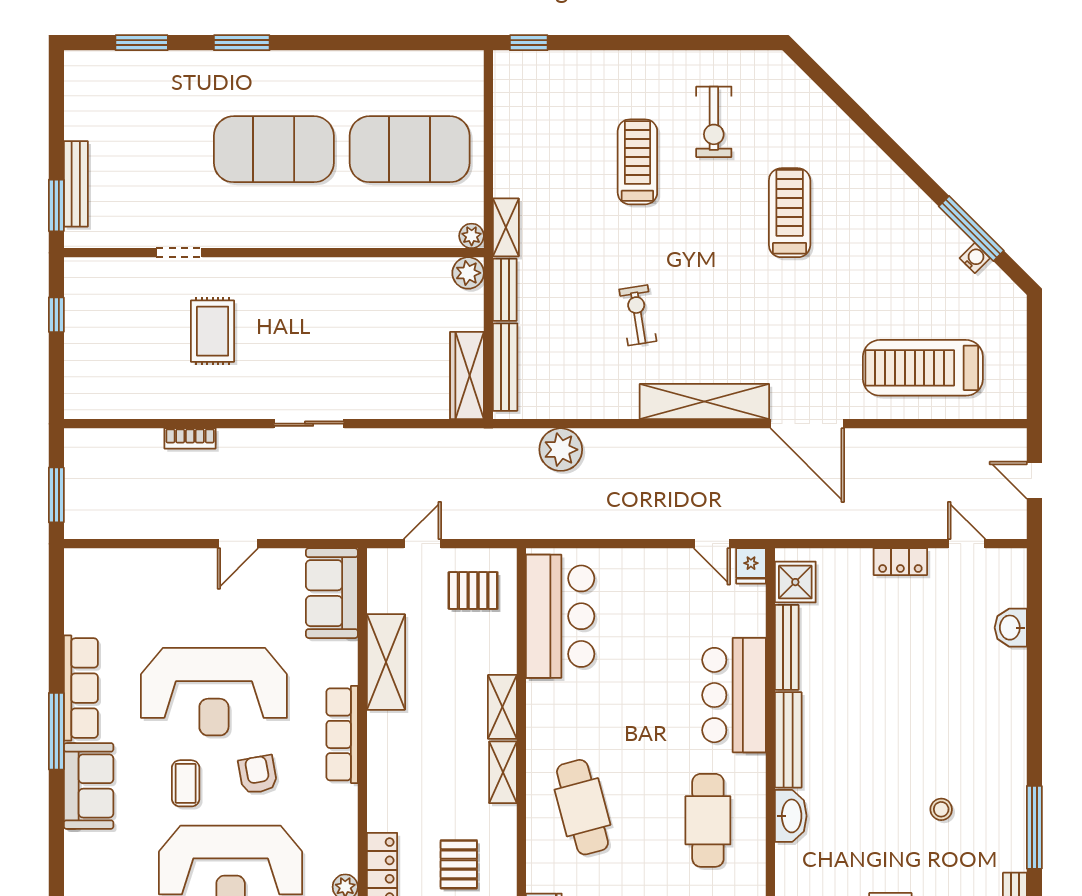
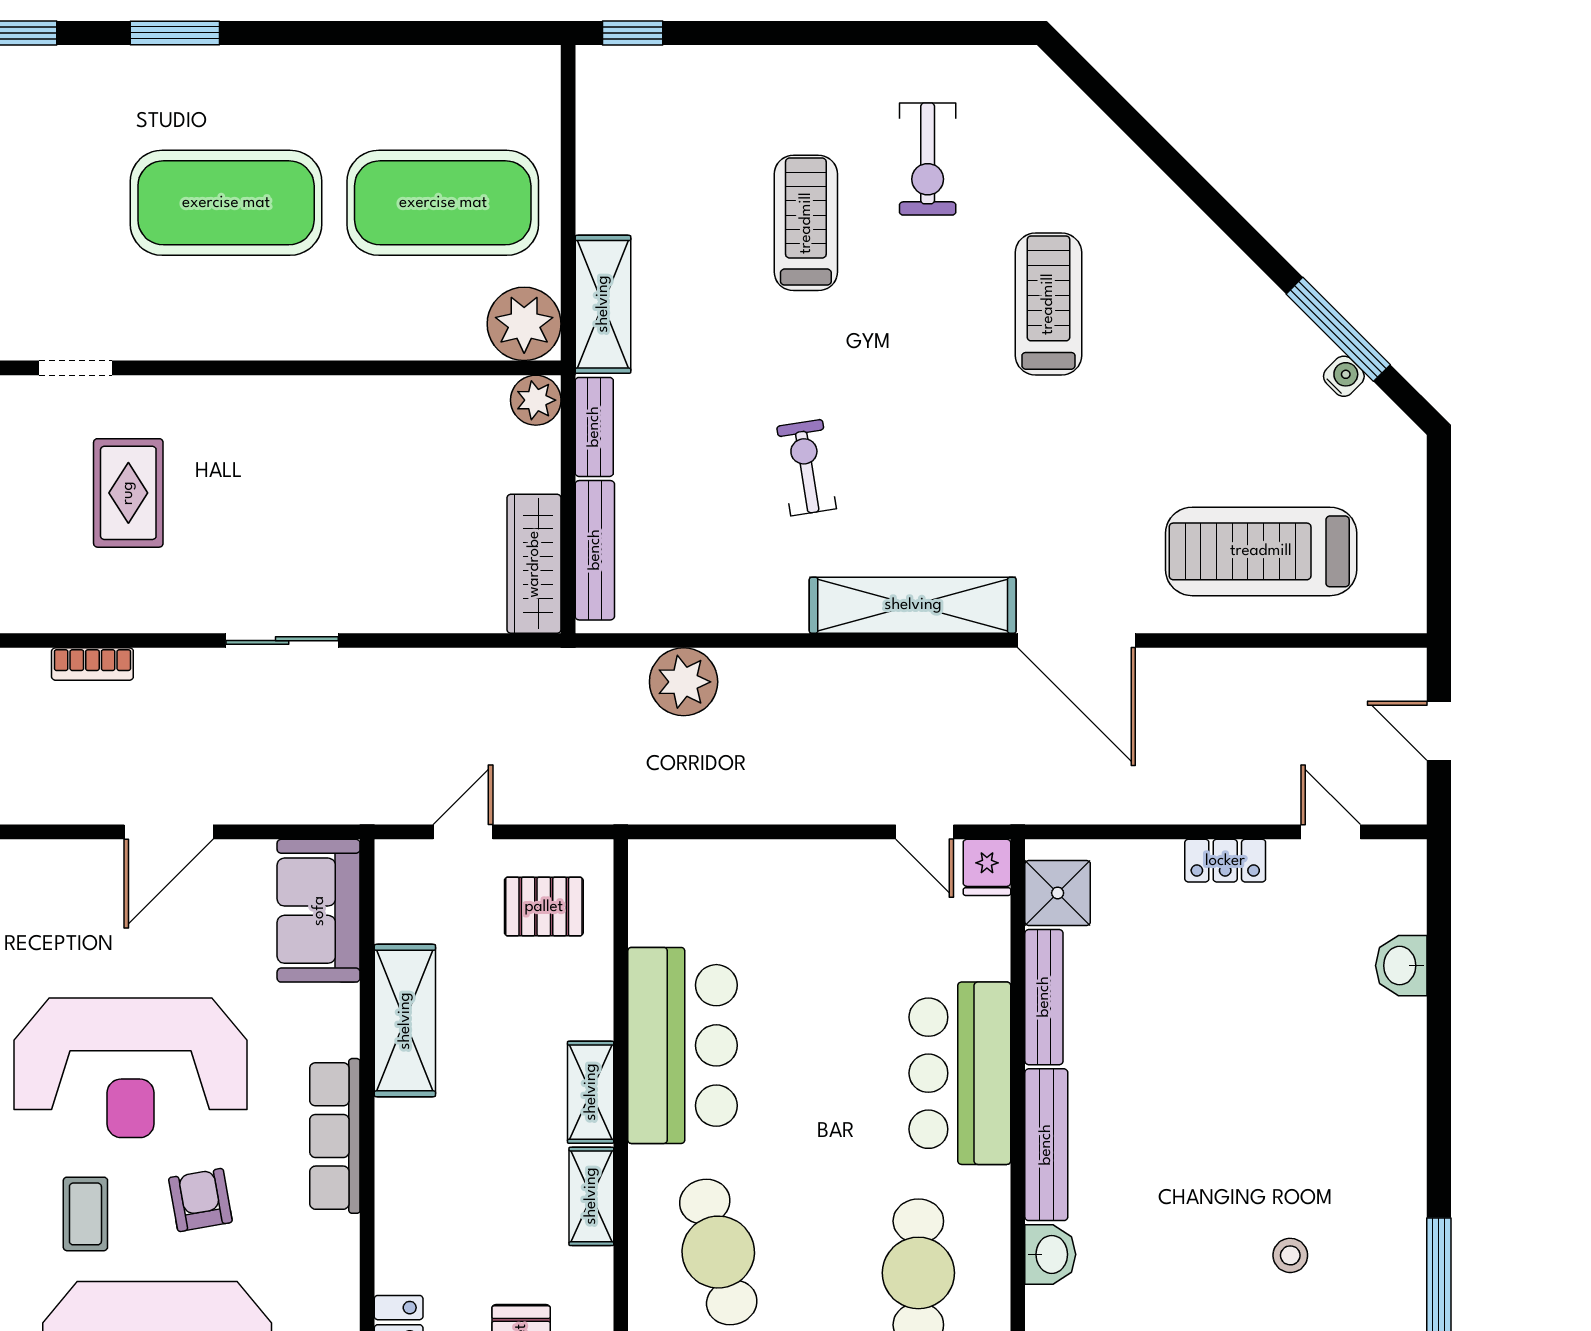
shelving: (506, 227) -> (603, 304), width x1.50, depth x1.33
plant: (472, 236) -> (524, 324), width x1.88, depth x1.88
door: (238, 544) -> (169, 832), width x1.38
bar counter: (560, 616) -> (682, 1045), moved
washbasin: (791, 816) -> (1050, 1254), width x0.72

